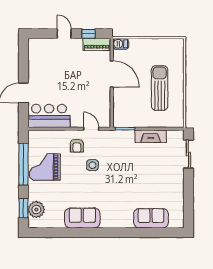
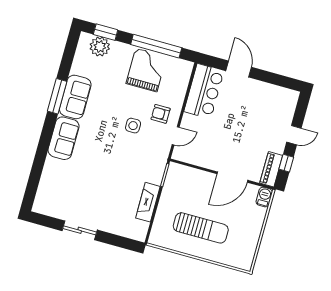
sliding door: (188, 154) -> (80, 230), moved
sofa: (151, 218) -> (64, 138), moved
window: (86, 233) -> (57, 96), added

